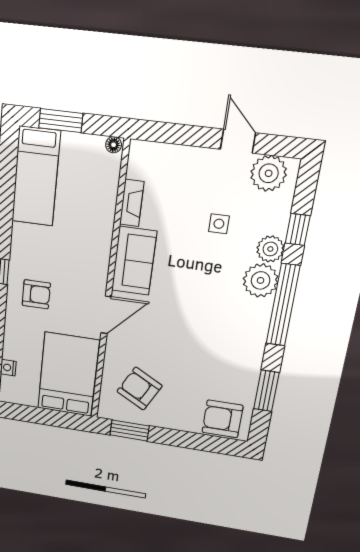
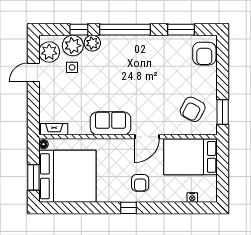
bed: (36, 177) -> (67, 176), width x2.04
fireplace: (132, 203) -> (54, 129), moved
side table: (219, 224) -> (72, 67), moved
plant: (261, 280) -> (73, 46), moved
armchair: (36, 294) -> (140, 183), turned 180
door: (106, 315) -> (147, 137), swing flipped

